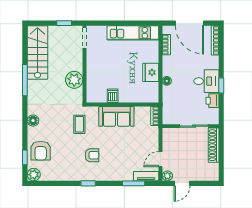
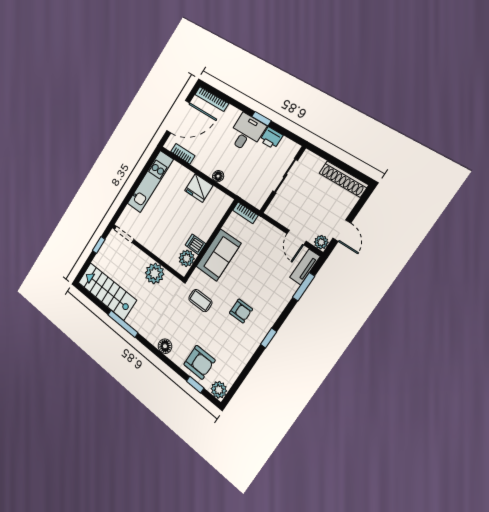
plant: (100, 96) -> (187, 258), added
shoe rack: (214, 145) -> (344, 179), moved
armchair: (92, 155) -> (241, 311), turned 90

